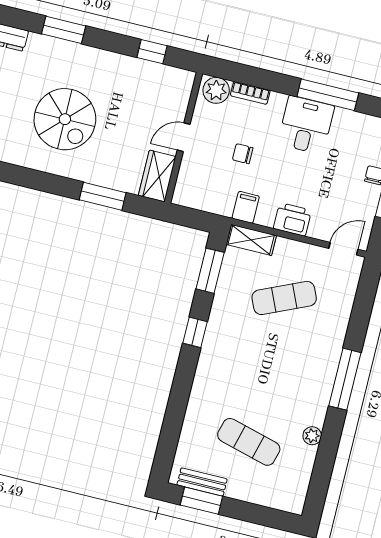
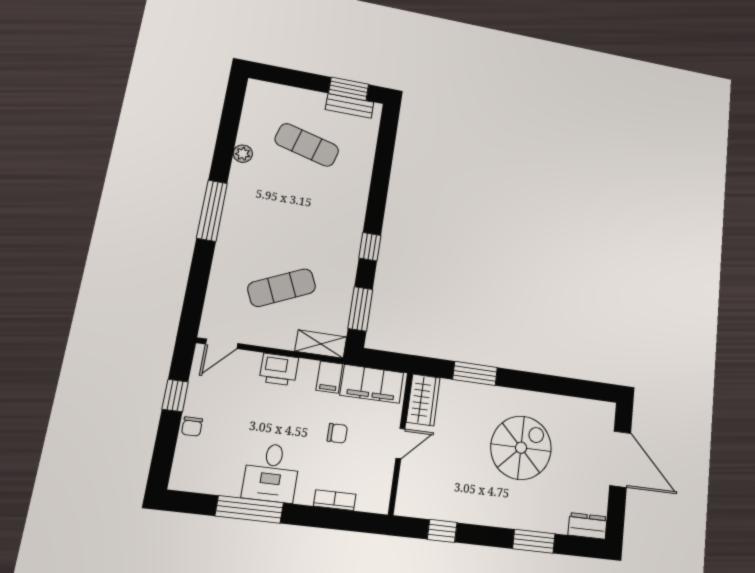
plant: (216, 90) -> (371, 498), removed
spiral stairs: (65, 119) -> (521, 448), turned 90
filing cabinet: (206, 197) -> (372, 384), added

